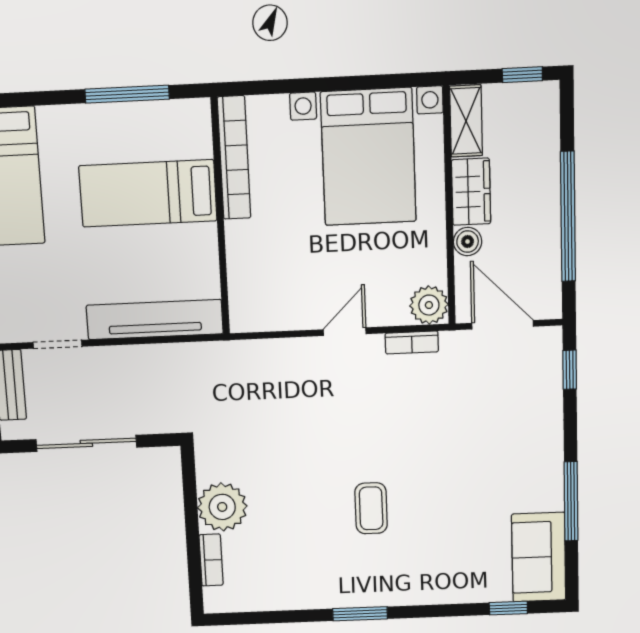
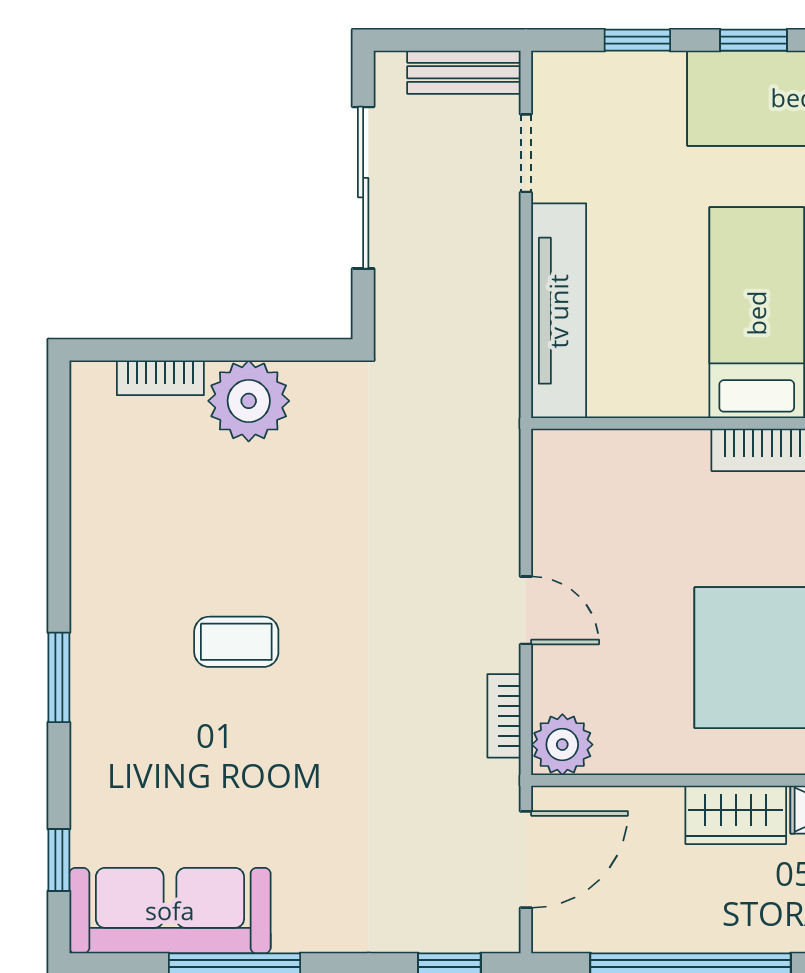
boiler: (468, 242) -> (659, 808), removed
sofa: (539, 557) -> (170, 911), width x1.36
window: (360, 614) -> (59, 677), moved

